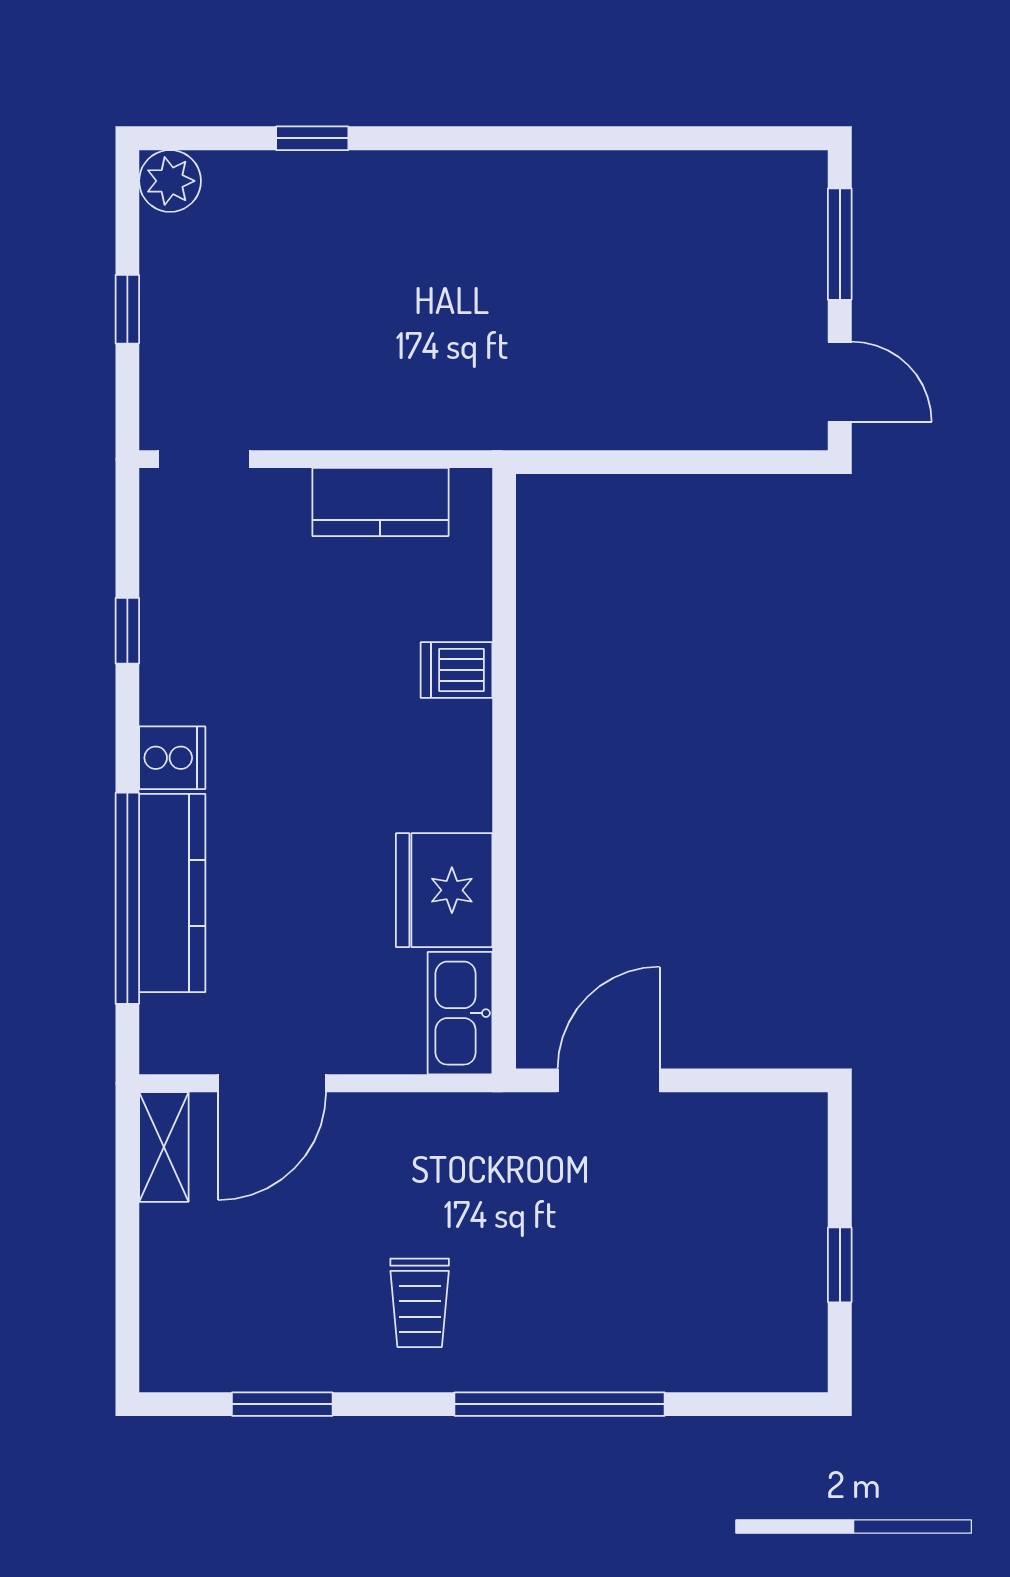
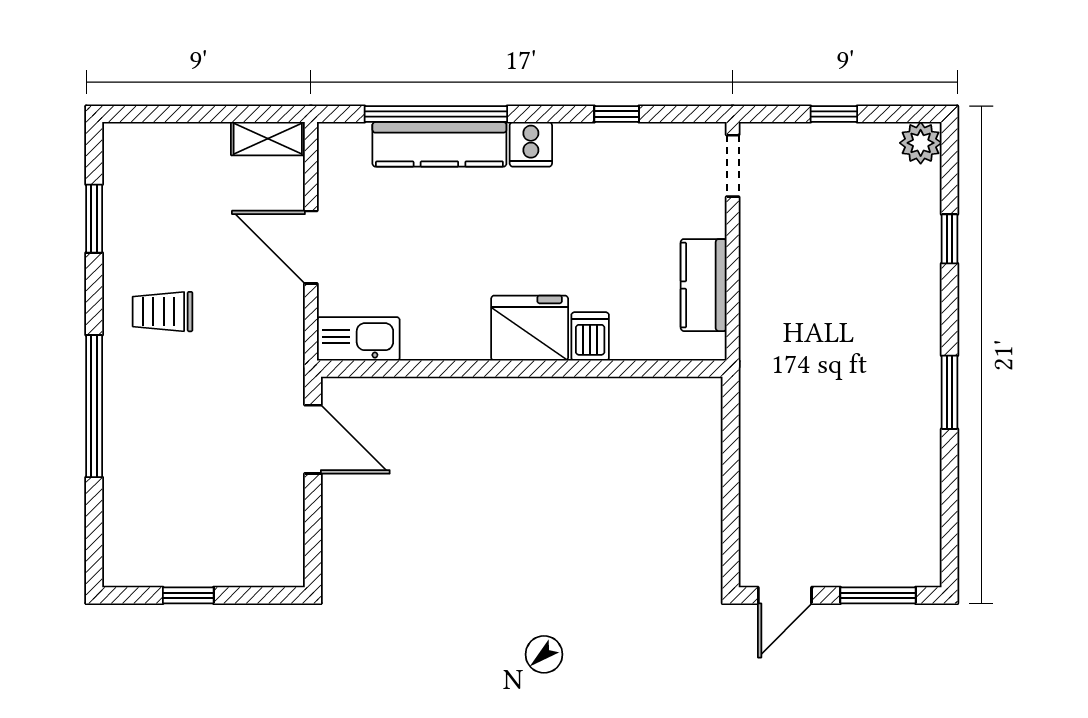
window: (539, 138) -> (949, 392), added
fridge: (444, 890) -> (530, 328), moved
door: (272, 1083) -> (311, 247), moved

